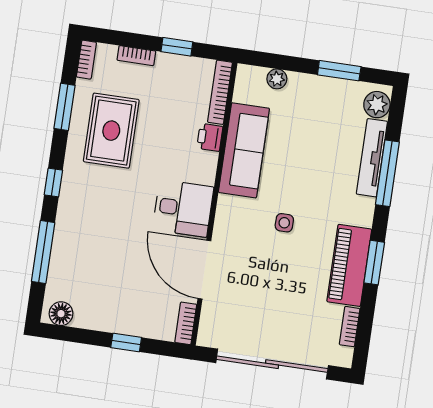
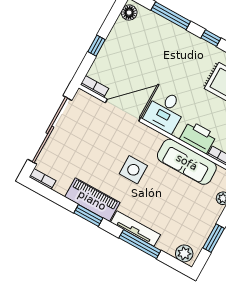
printer: (210, 137) -> (198, 137), width x1.87, depth x1.48
tv unit: (372, 158) -> (135, 229), moved
side table: (284, 223) -> (133, 170), width x1.87, depth x1.87
bookcase: (350, 327) -> (43, 179), moved

